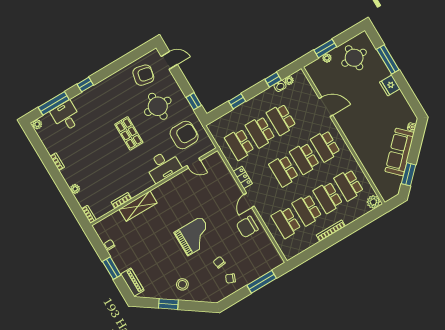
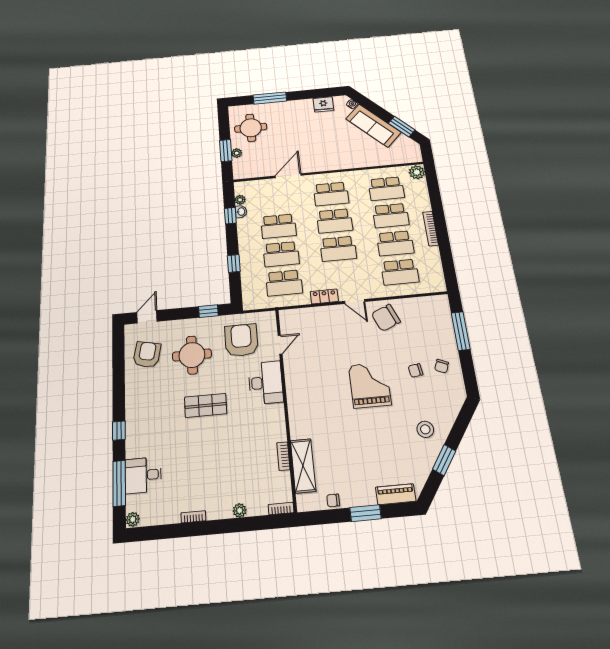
fridge: (390, 85) -> (323, 104), moved
shelving: (138, 206) -> (303, 466), moved
chair: (247, 227) -> (386, 318), turned 67

